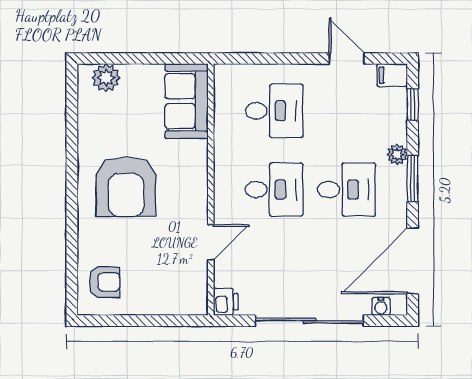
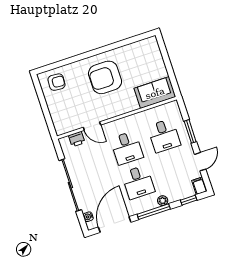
window: (283, 58) -> (190, 131), added
plant: (106, 78) -> (153, 51), removed
window: (413, 178) -> (154, 212), width x1.44
door: (413, 261) -> (115, 225), hinge flipped
armchair: (105, 282) -> (57, 82), turned -86
printer: (226, 302) -> (77, 139), moved

